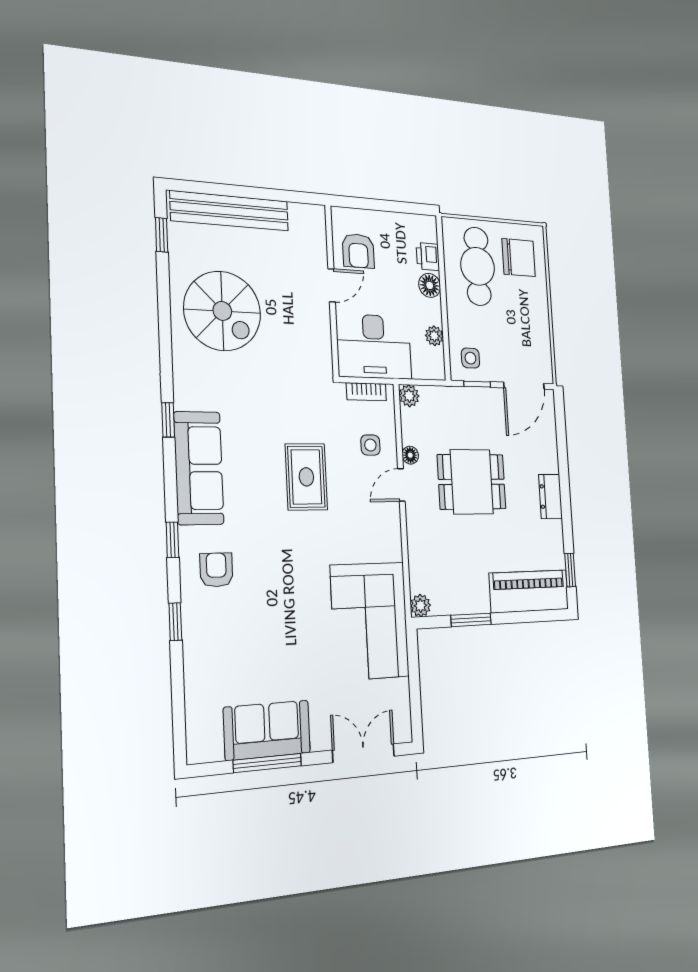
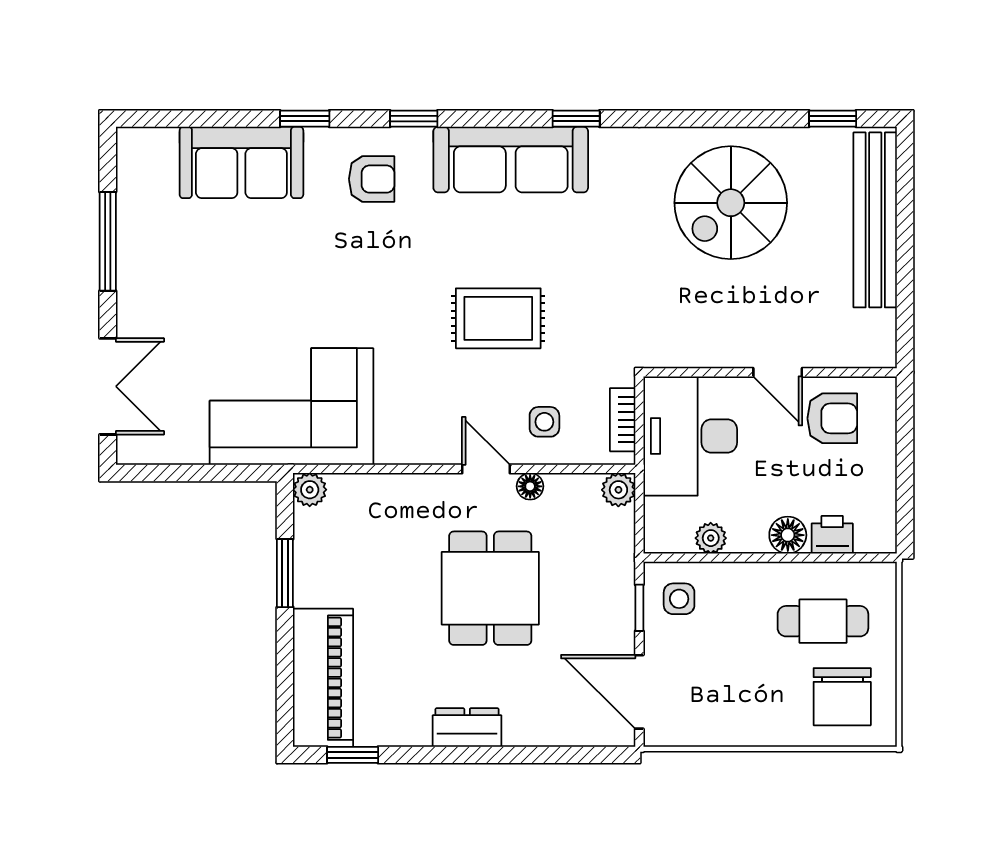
armchair: (358, 251) -> (832, 418), turned 180
cafe table: (478, 266) -> (823, 621), width x0.73, depth x0.74
sofa: (267, 730) -> (241, 162), moved, turned 90

